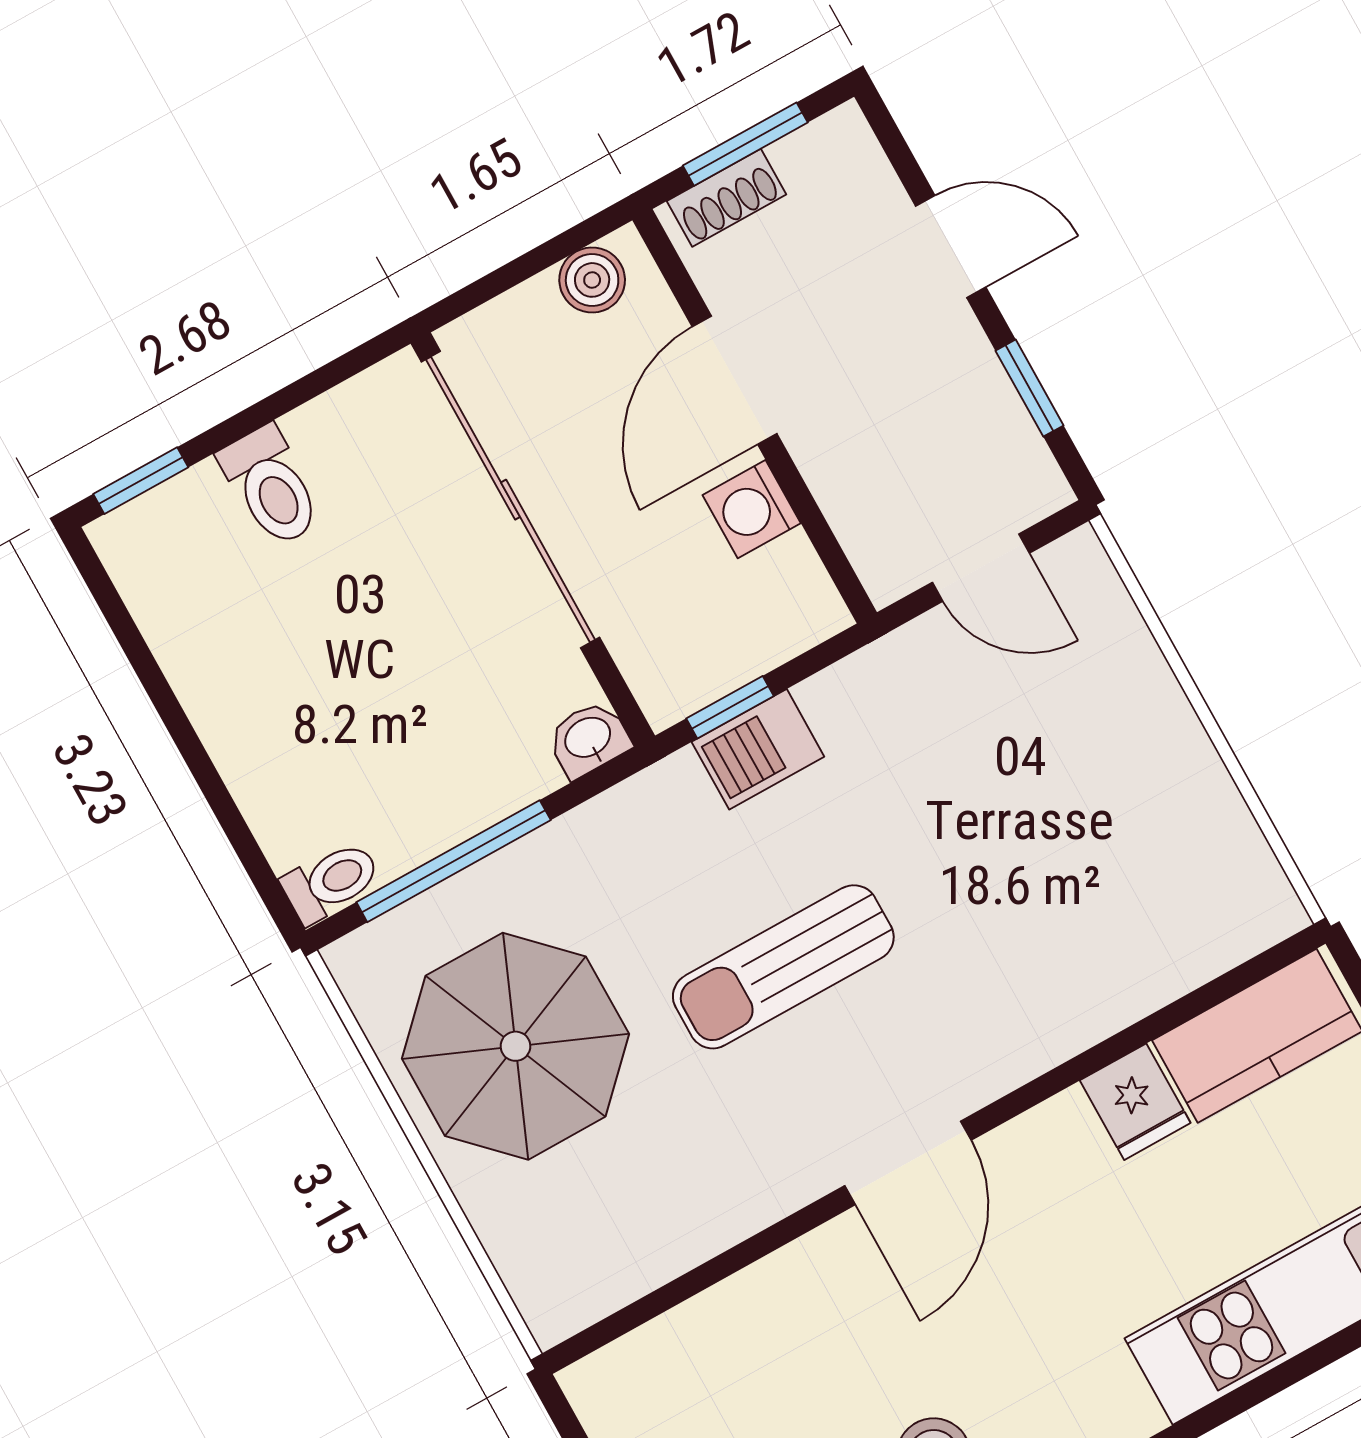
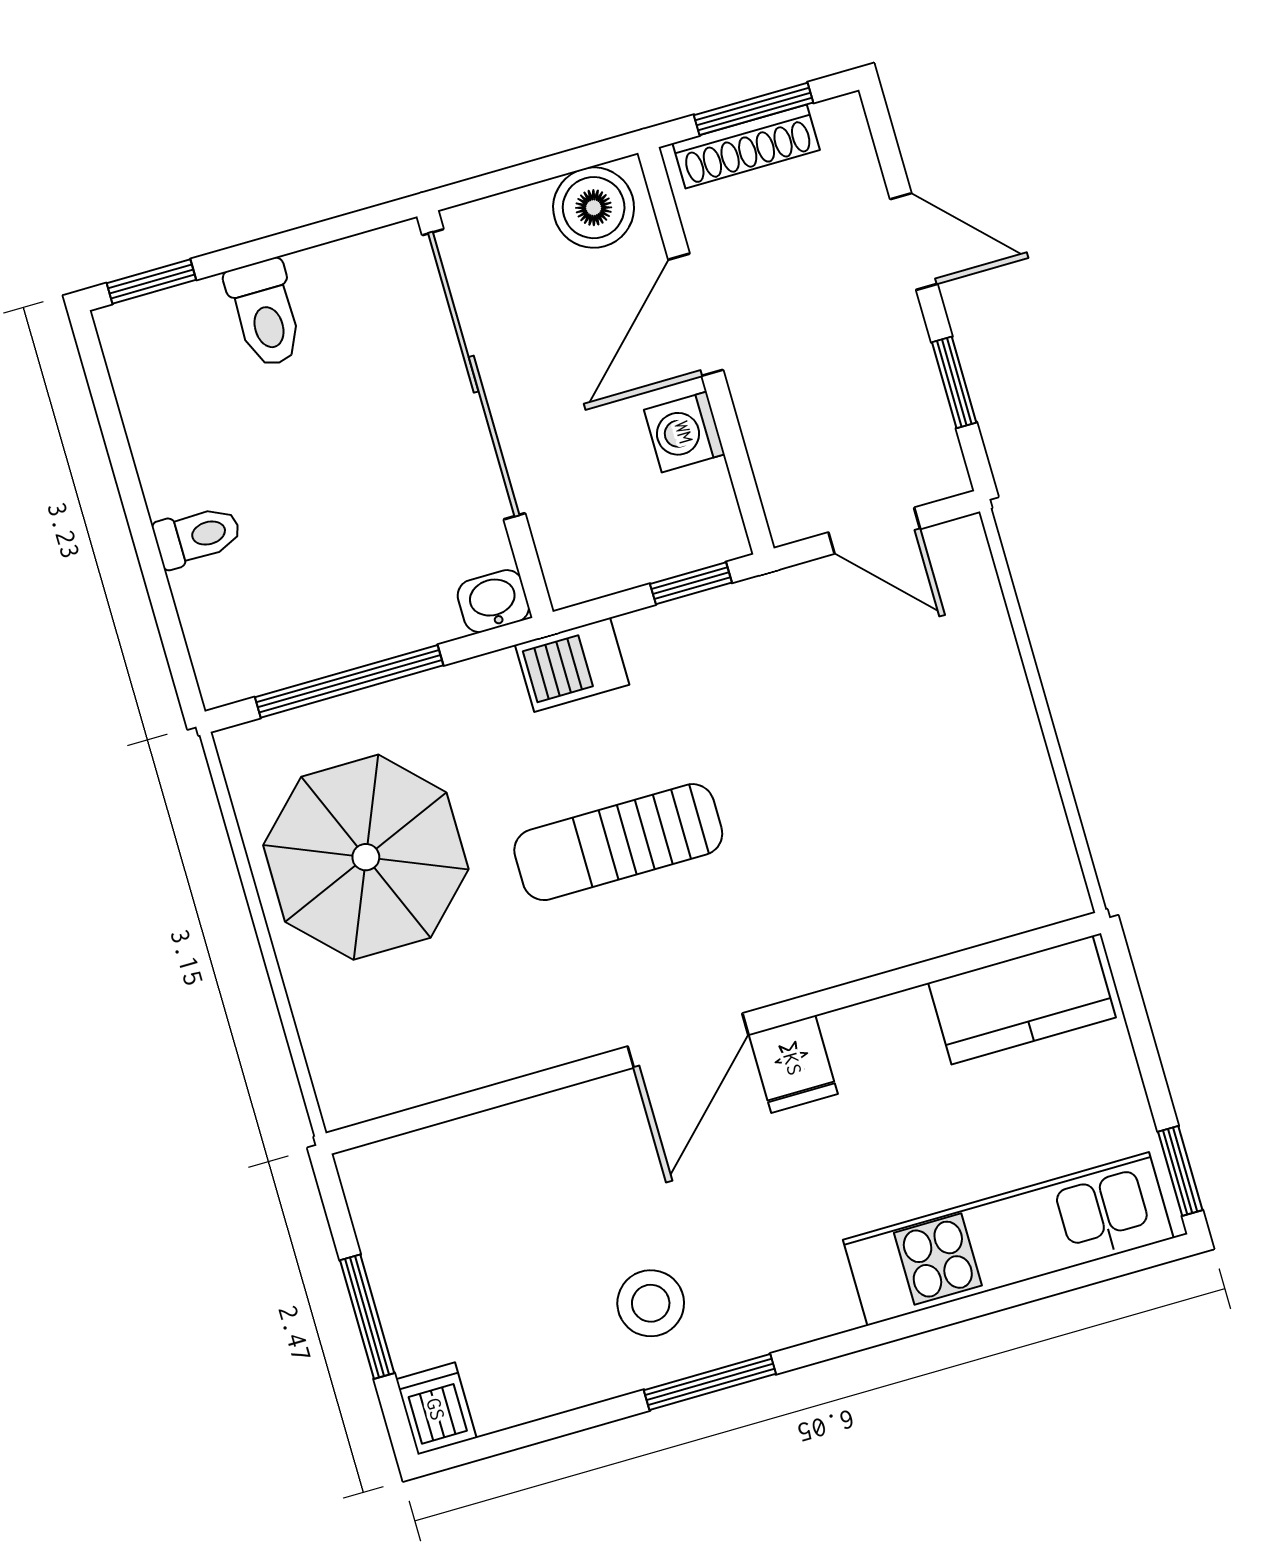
shoe rack: (727, 198) -> (746, 147), width x1.43
boiler: (592, 280) -> (594, 208), width x1.36, depth x1.36
window: (730, 707) -> (691, 583), moved
barbecue: (758, 749) -> (572, 665), moved
toilet: (331, 882) -> (197, 536), moved
fridge: (1135, 1102) -> (793, 1064), moved

